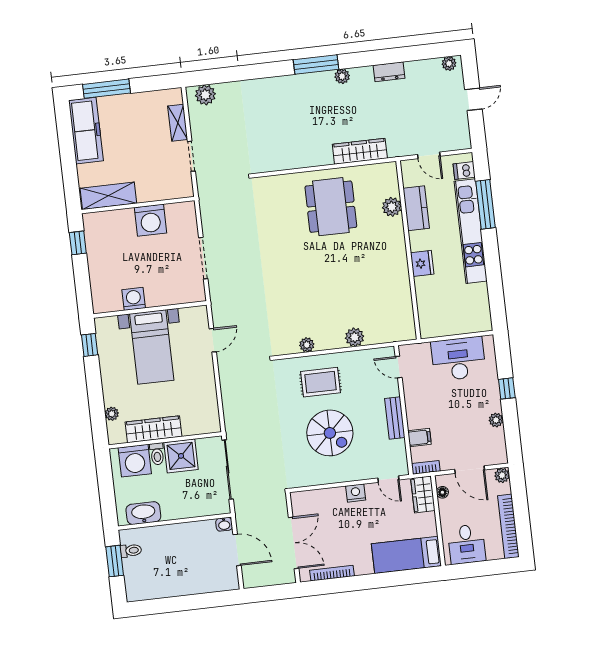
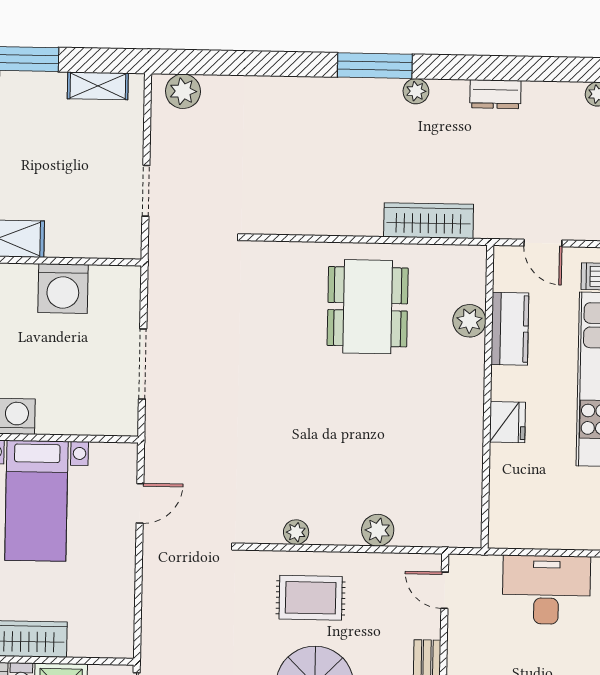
shelving: (178, 123) -> (98, 86), moved, turned 90

